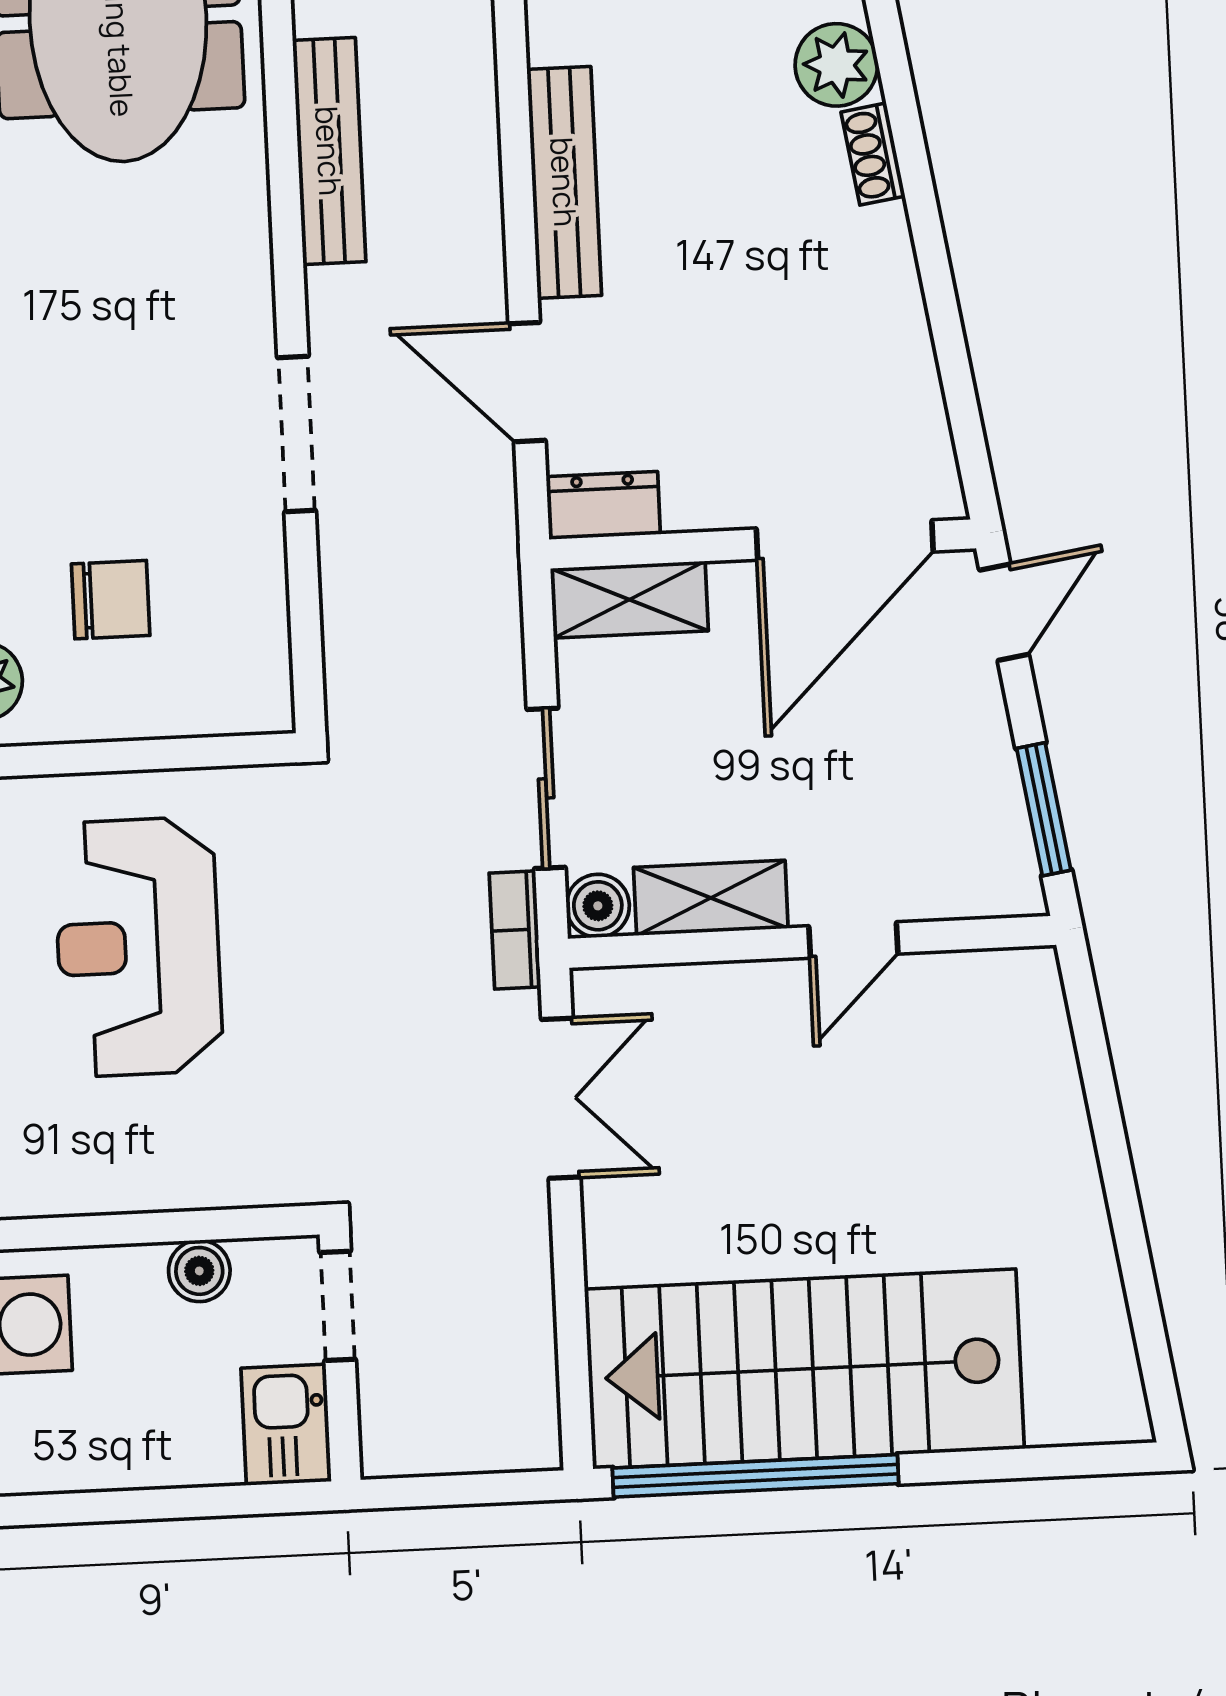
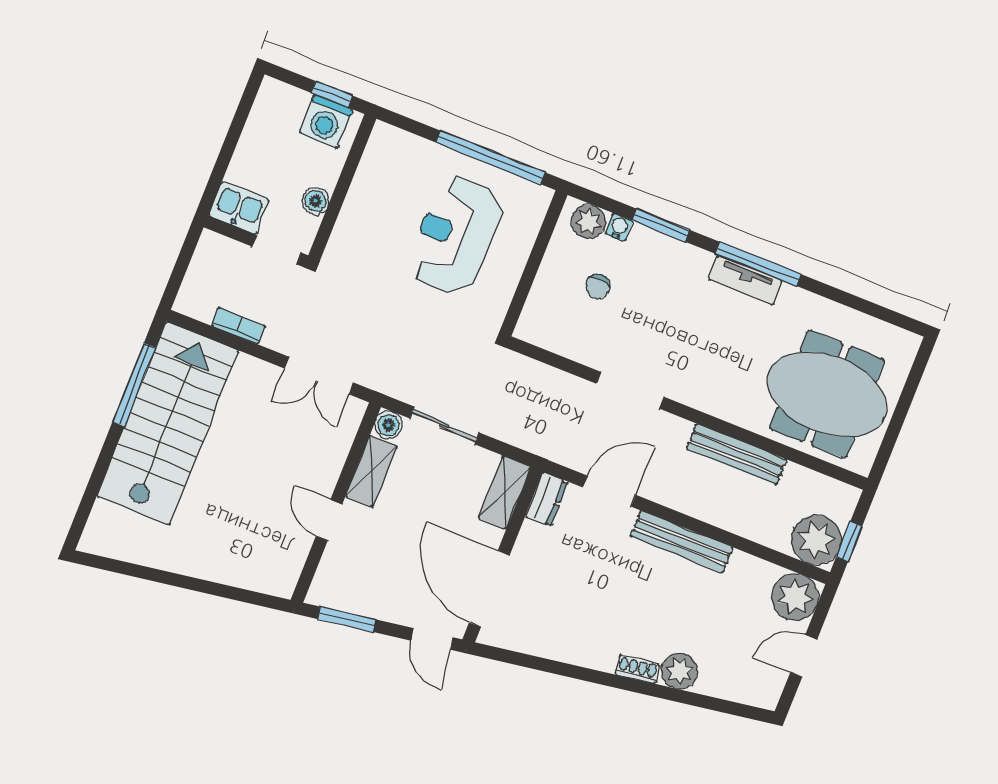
chair: (111, 600) -> (598, 287), width x0.73, depth x0.73
bookcase: (515, 930) -> (238, 326), moved
reception desk: (138, 947) -> (455, 235), turned -90
window: (756, 1476) -> (134, 385), width x0.68

